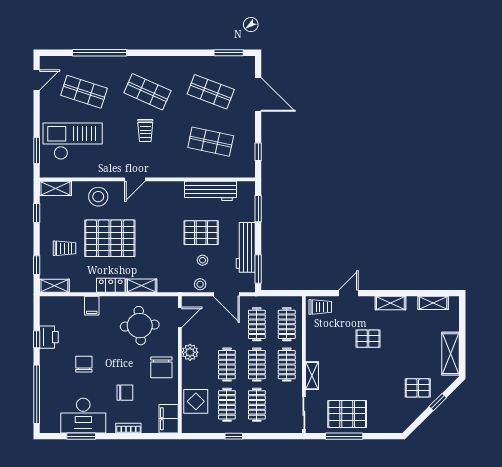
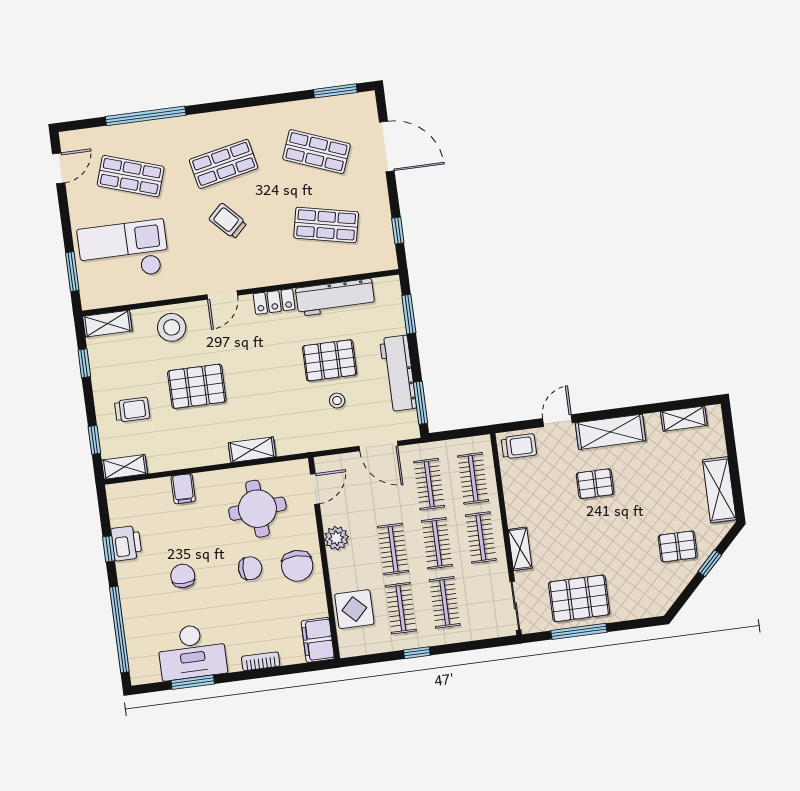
shop shelf: (147, 92) -> (224, 164), turned -36
trolley: (145, 130) -> (228, 221), turned 136
pallet: (110, 238) -> (197, 386), width x0.73, depth x0.71
stool: (200, 284) -> (338, 436), removed
locker: (111, 285) -> (274, 302), moved, turned 180
shelving: (390, 303) -> (611, 432), width x1.50, depth x1.33
chair: (125, 393) -> (250, 568), moved

